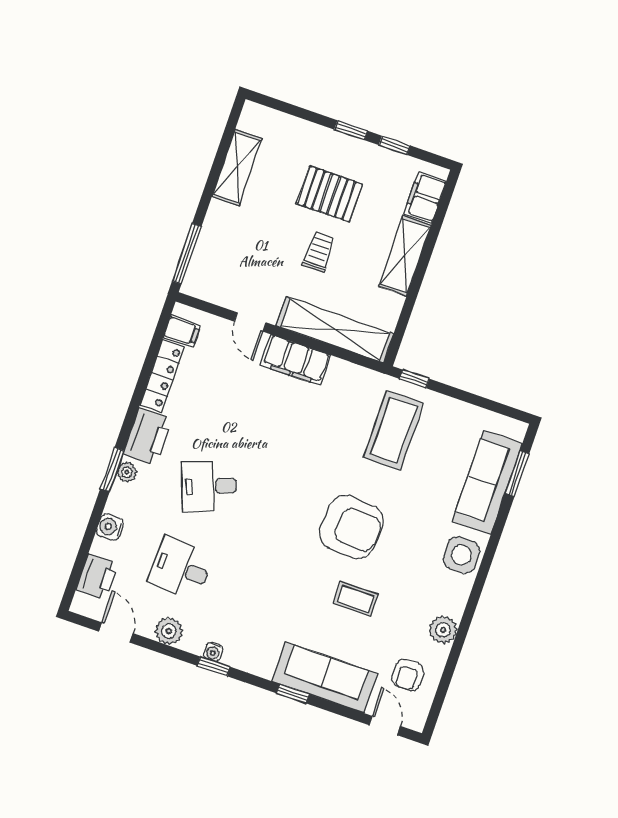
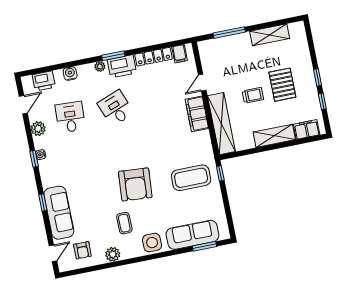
window: (187, 254) -> (229, 33), moved
window: (112, 470) -> (113, 56), moved
coffee table: (356, 599) -> (124, 223), moved
armchair: (408, 675) -> (82, 250), turned -90

